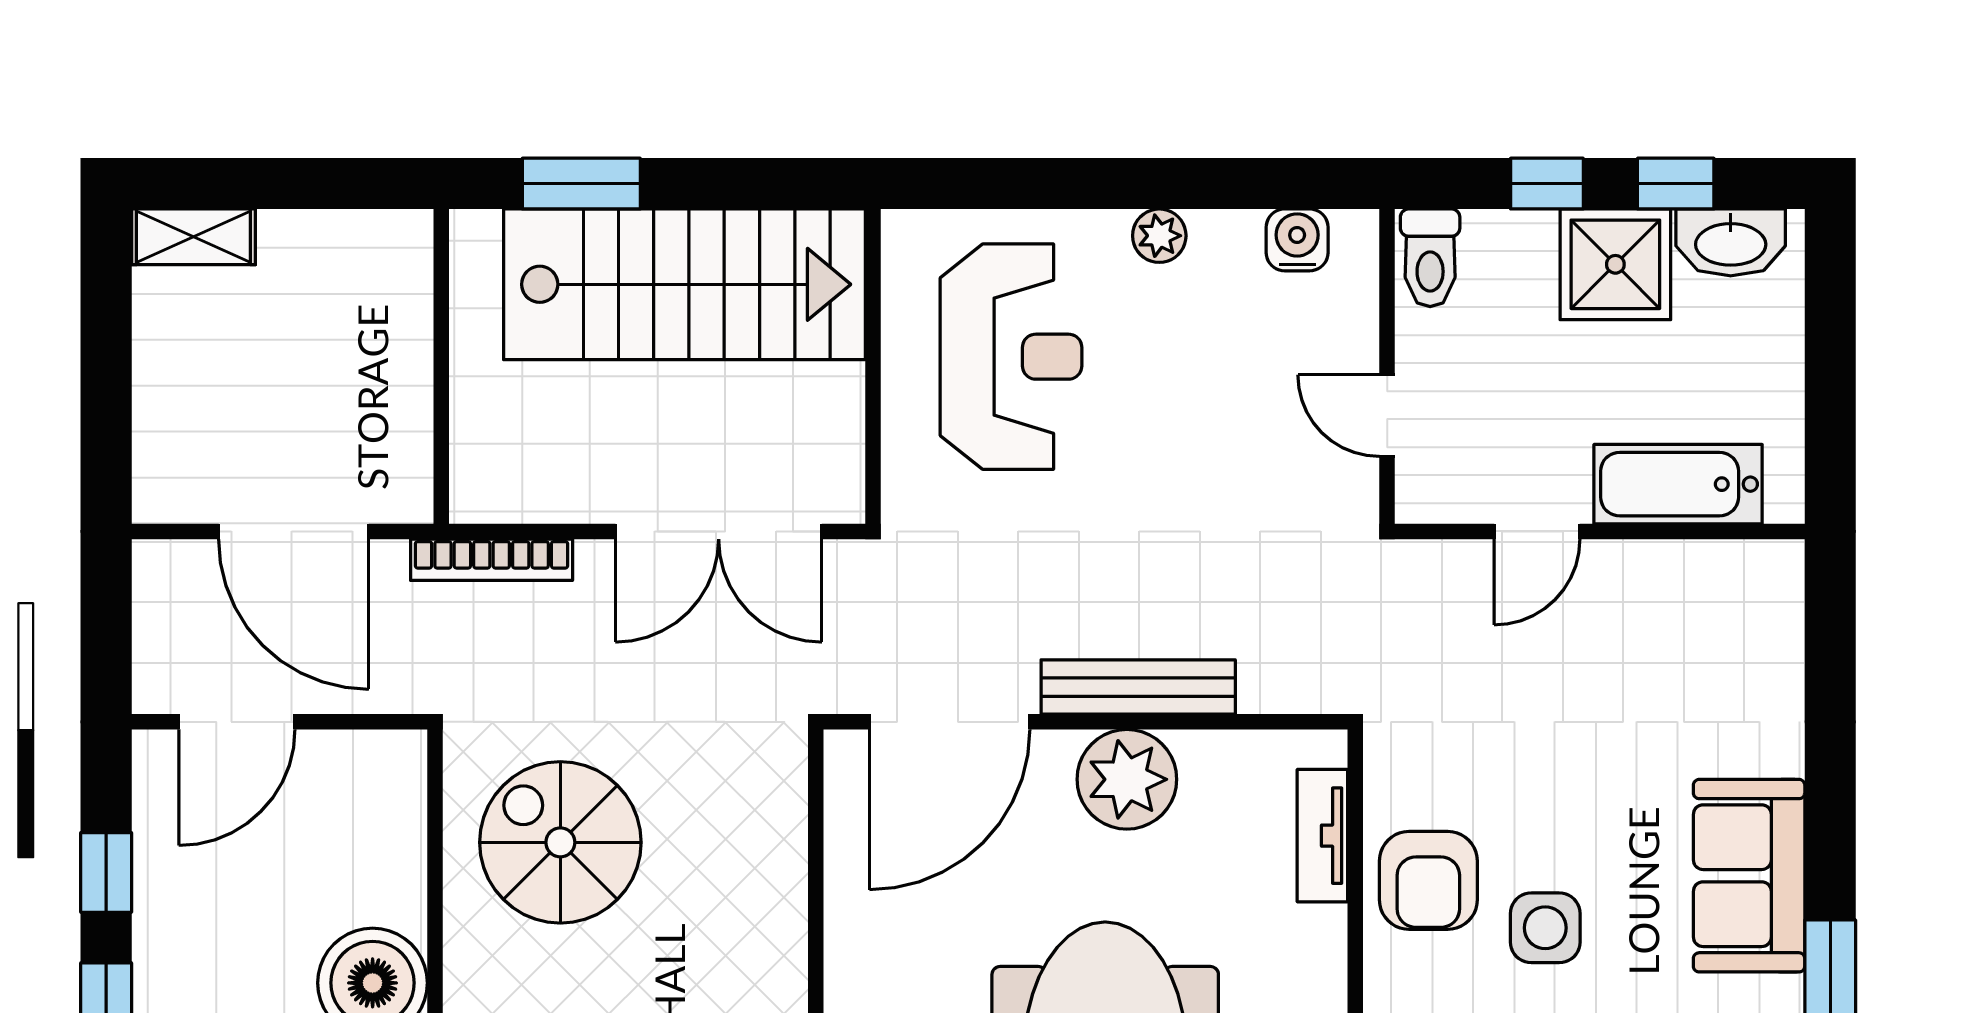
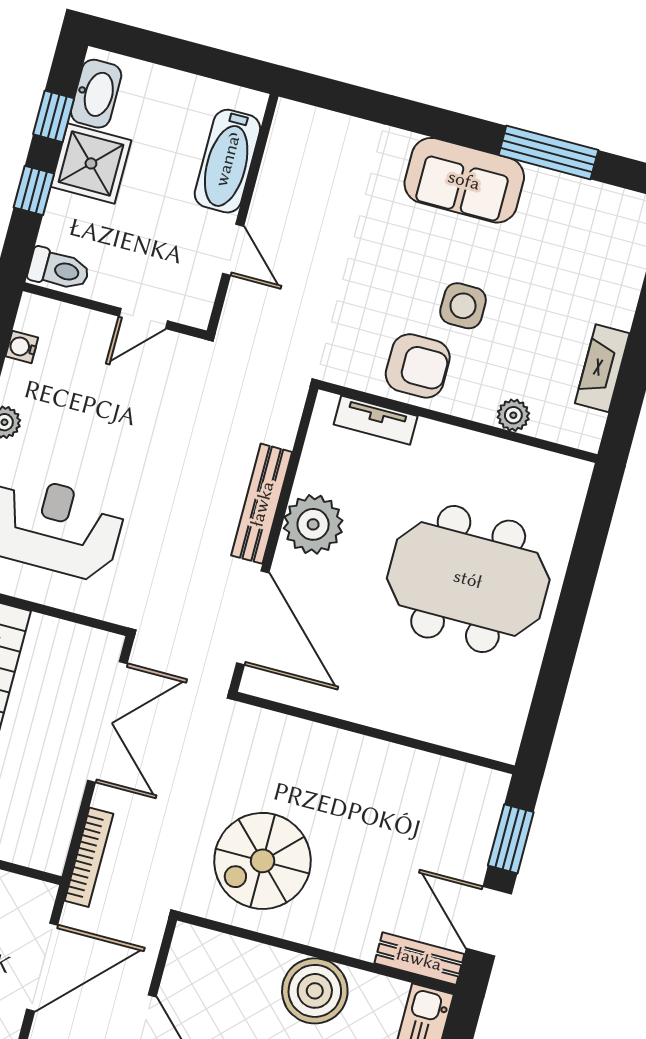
water cooler: (1297, 240) -> (22, 347), width x0.72, depth x0.72

